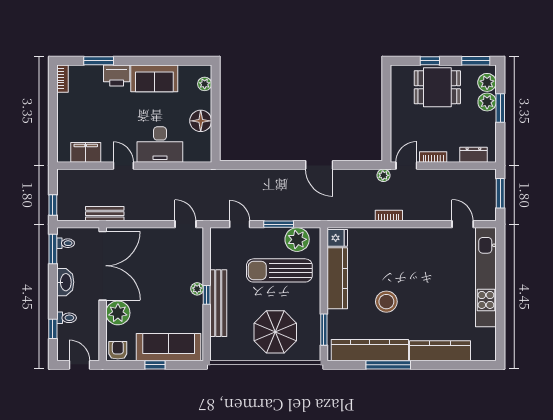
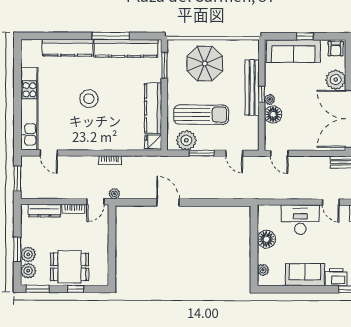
dresser: (473, 155) -> (45, 211), width x1.44
floor lamp: (193, 271) -> (273, 114), added
stool: (386, 302) -> (89, 99), moved

